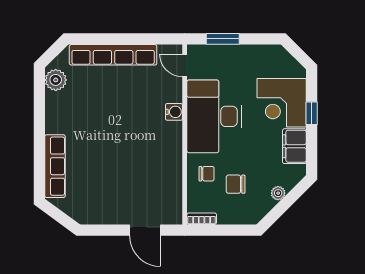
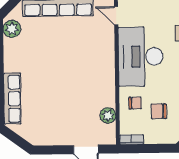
water cooler: (174, 112) -> (108, 53), removed
plant: (173, 189) -> (108, 115), added

